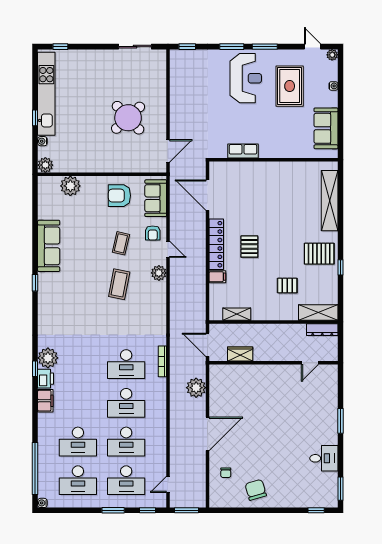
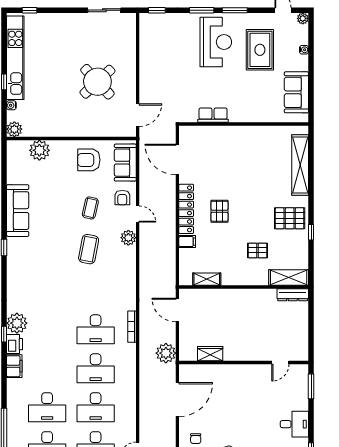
wardrobe: (240, 354) -> (210, 354), moved
wall: (273, 363) -> (244, 363), moved
door: (310, 363) -> (280, 363), moved

